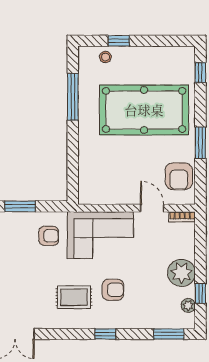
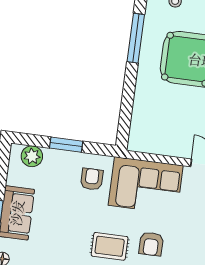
armchair: (49, 236) -> (92, 179), turned -90
armchair: (113, 290) -> (151, 244), turned 90

